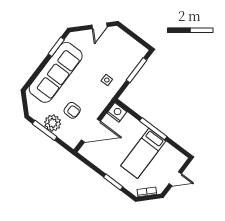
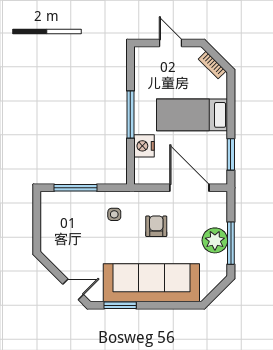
door: (99, 26) -> (73, 289), moved
armchair: (72, 110) -> (156, 226), moved
nightstand: (117, 112) -> (144, 146), moved
bed: (143, 153) -> (192, 115), moved, turned 180
window: (113, 182) -> (231, 154), moved

